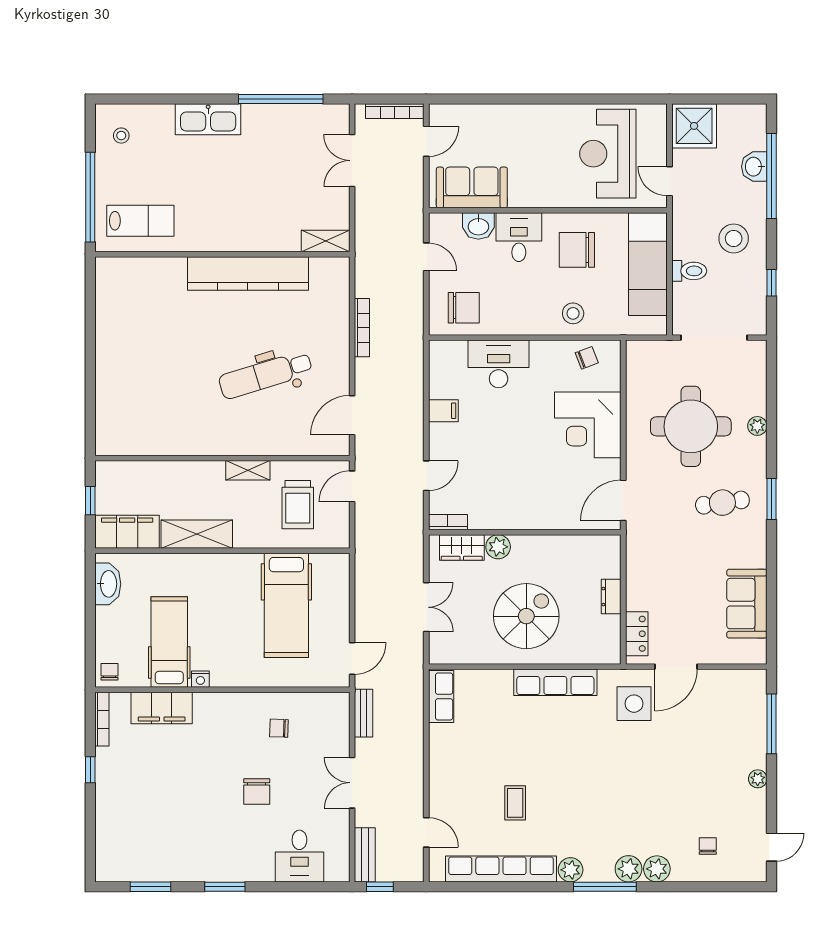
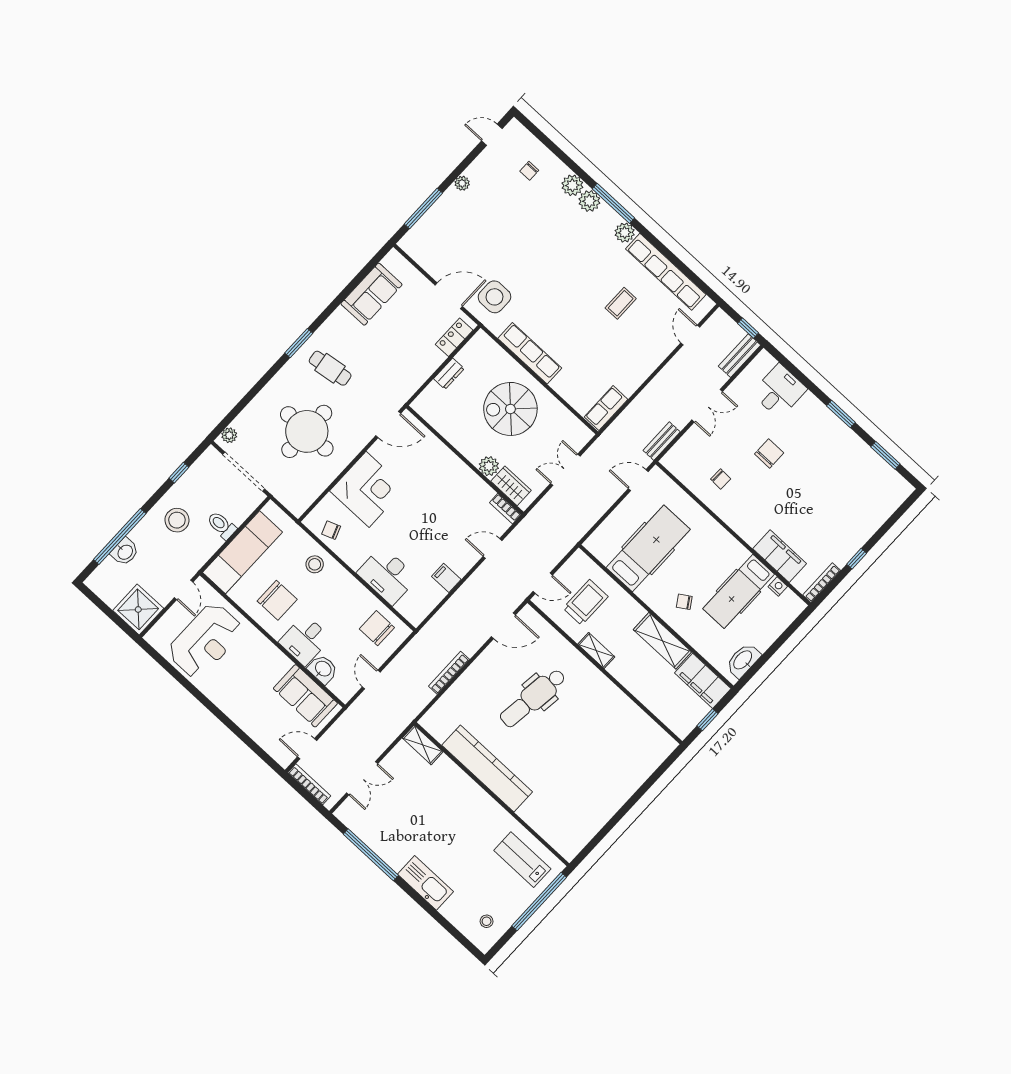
dental chair: (265, 375) -> (533, 698), turned 114
plant: (757, 426) -> (229, 435), moved
chair: (110, 672) -> (684, 602), moved, turned 57
nightstand: (200, 679) -> (778, 586), moved

